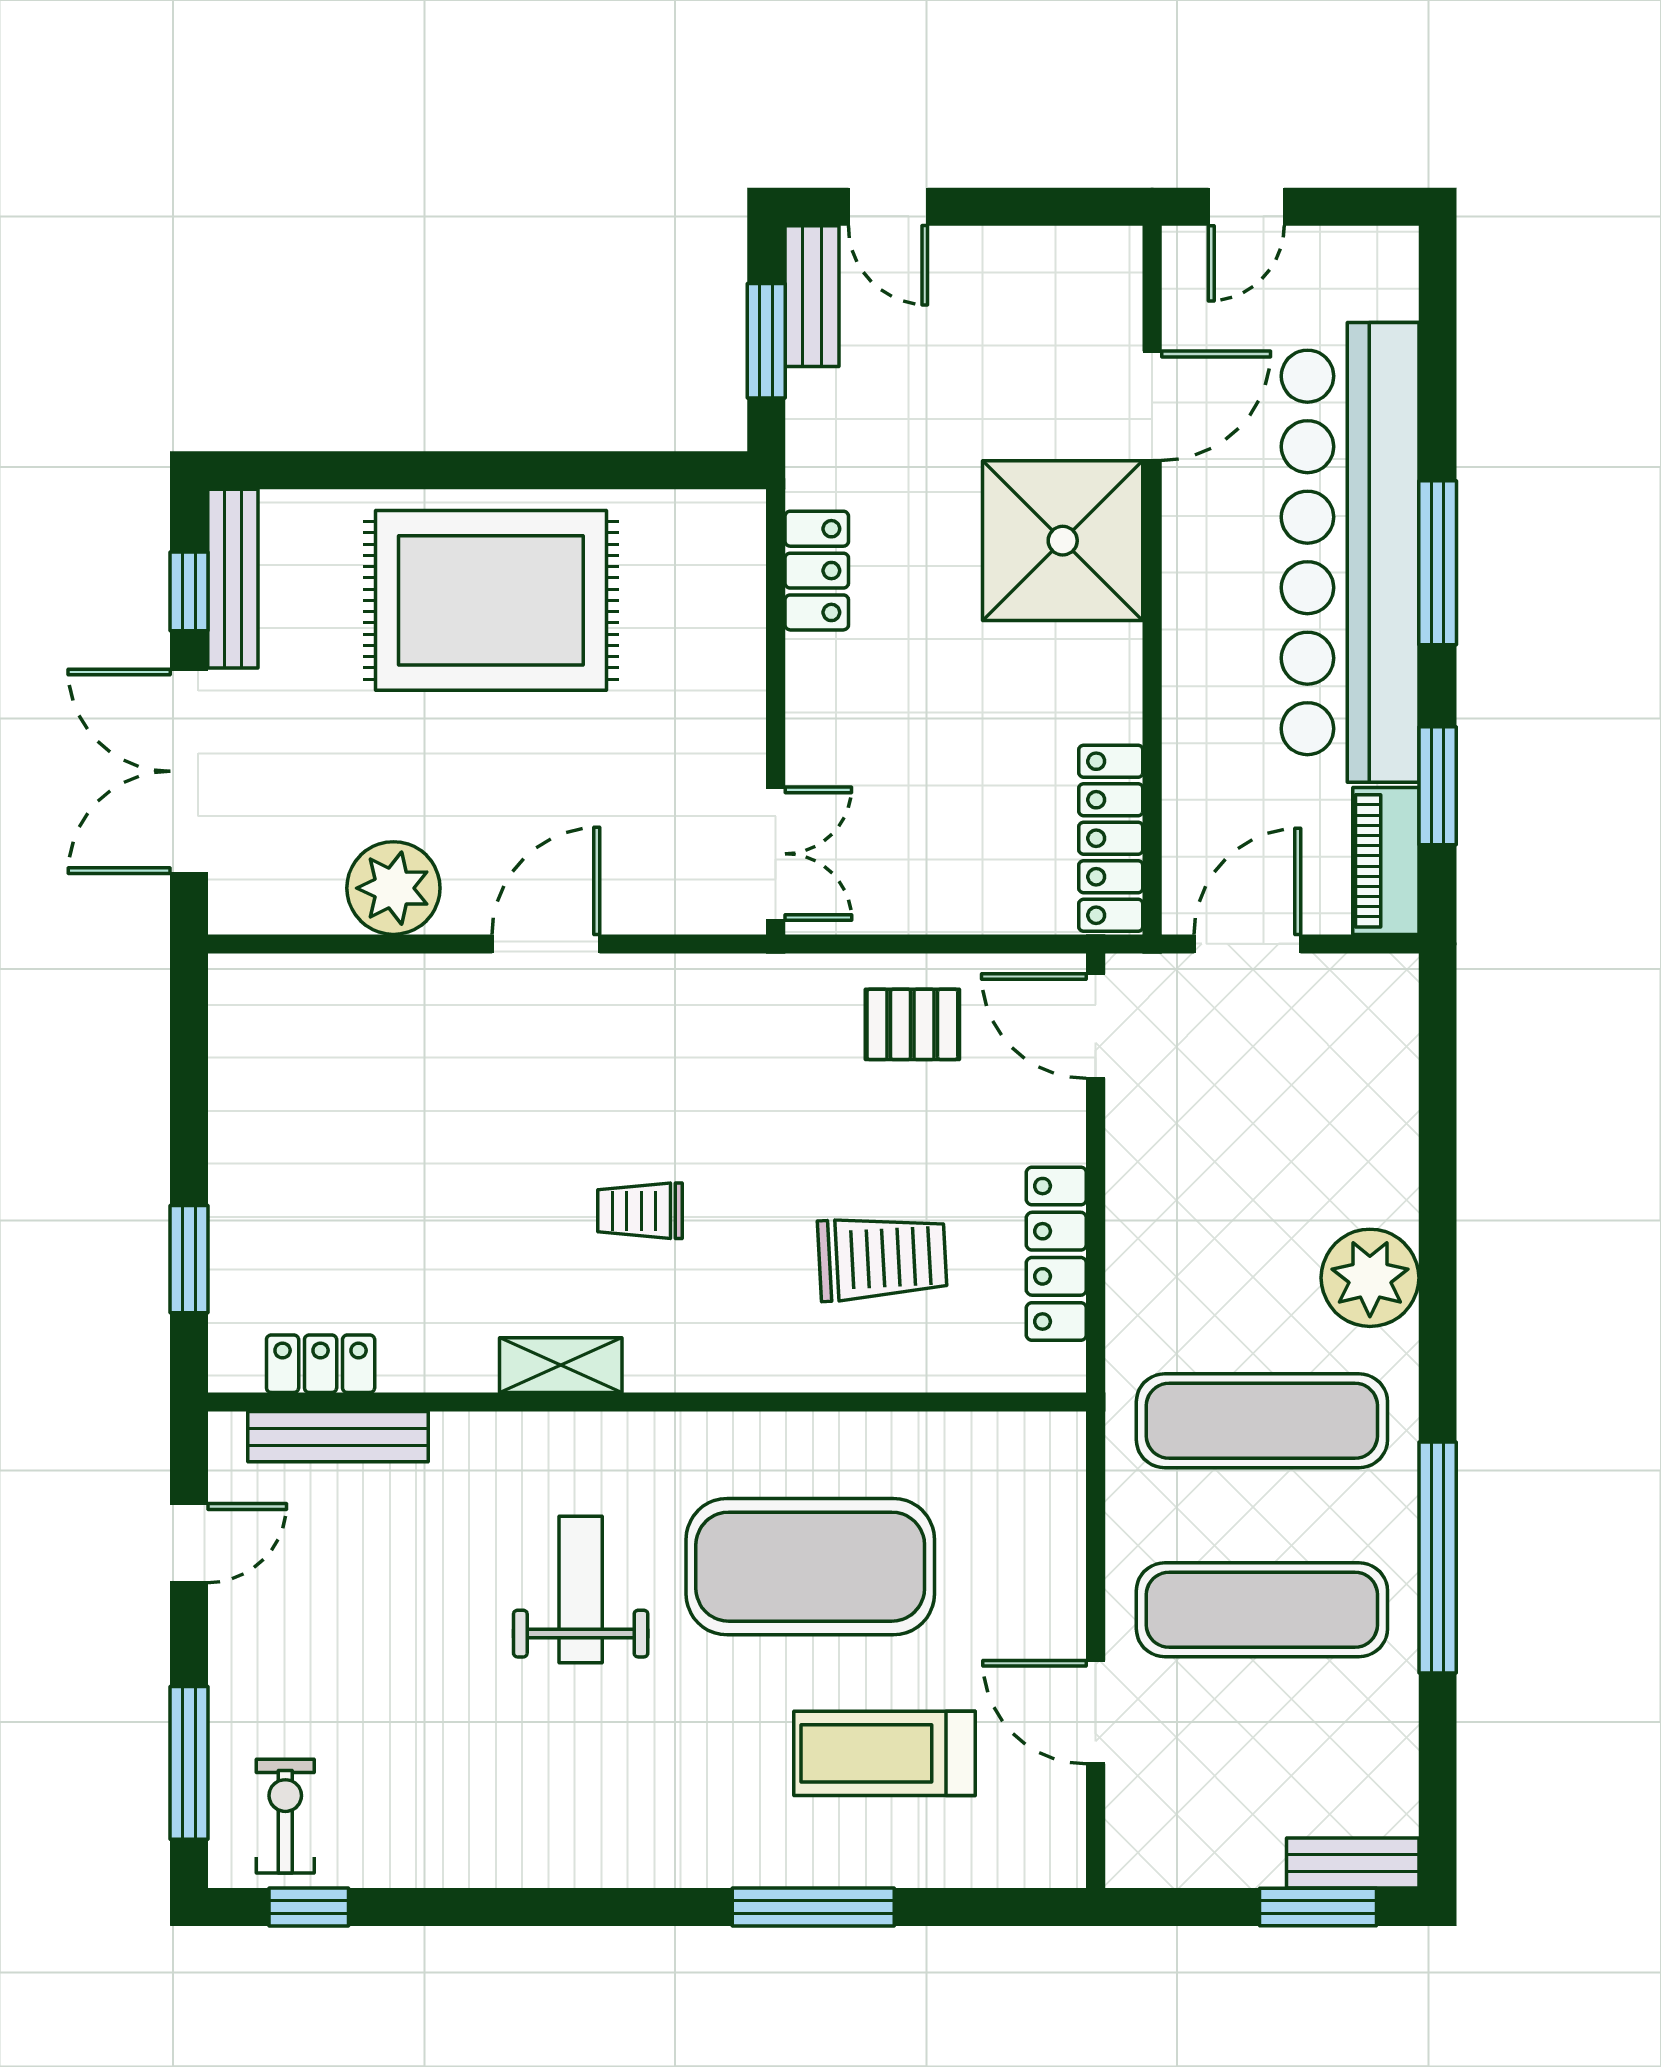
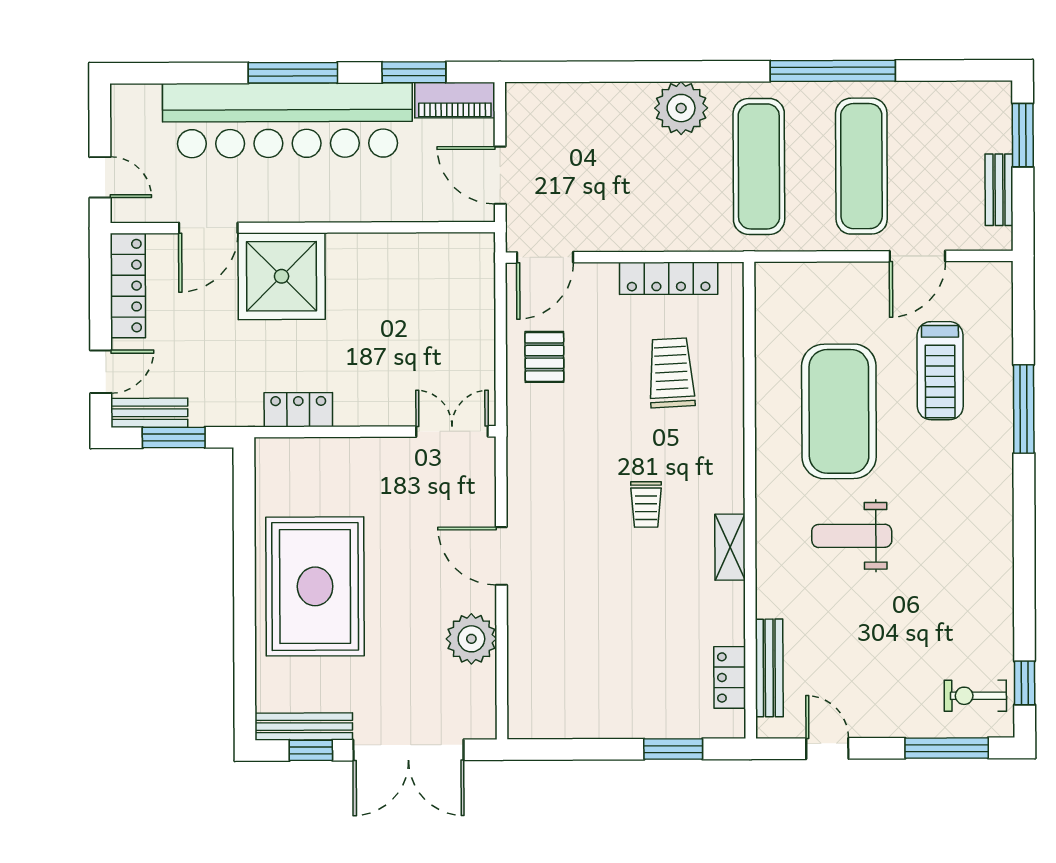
door: (1152, 406) -> (208, 228), swing flipped
locker: (1111, 838) -> (128, 286), moved, turned -90
bench: (1353, 1863) -> (999, 190), moved

